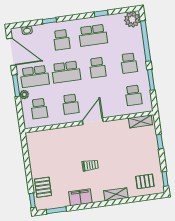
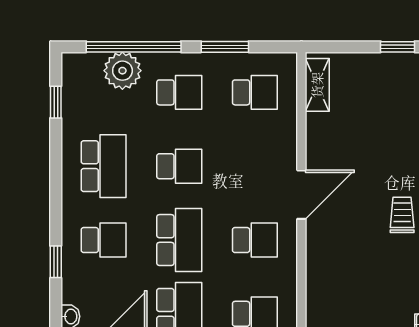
window: (101, 13) -> (56, 102), moved
plant: (132, 19) -> (122, 71), moved
door: (93, 121) -> (301, 195), swing flipped
window: (160, 142) -> (398, 47), moved

